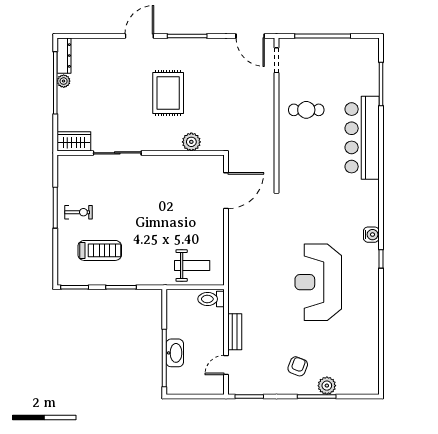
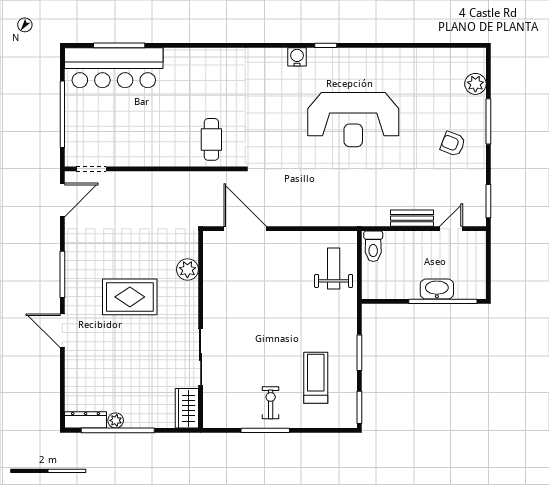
cafe table: (306, 110) -> (211, 139), moved
bar counter: (362, 138) -> (114, 68), moved
door: (226, 365) -> (451, 229), swing flipped
plant: (327, 386) -> (475, 84), moved

